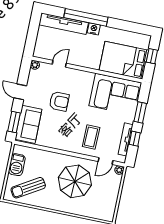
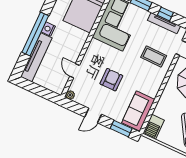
sofa: (28, 124) -> (138, 111), moved, turned -90
barbecue: (17, 165) -> (154, 127), moved, turned 90

